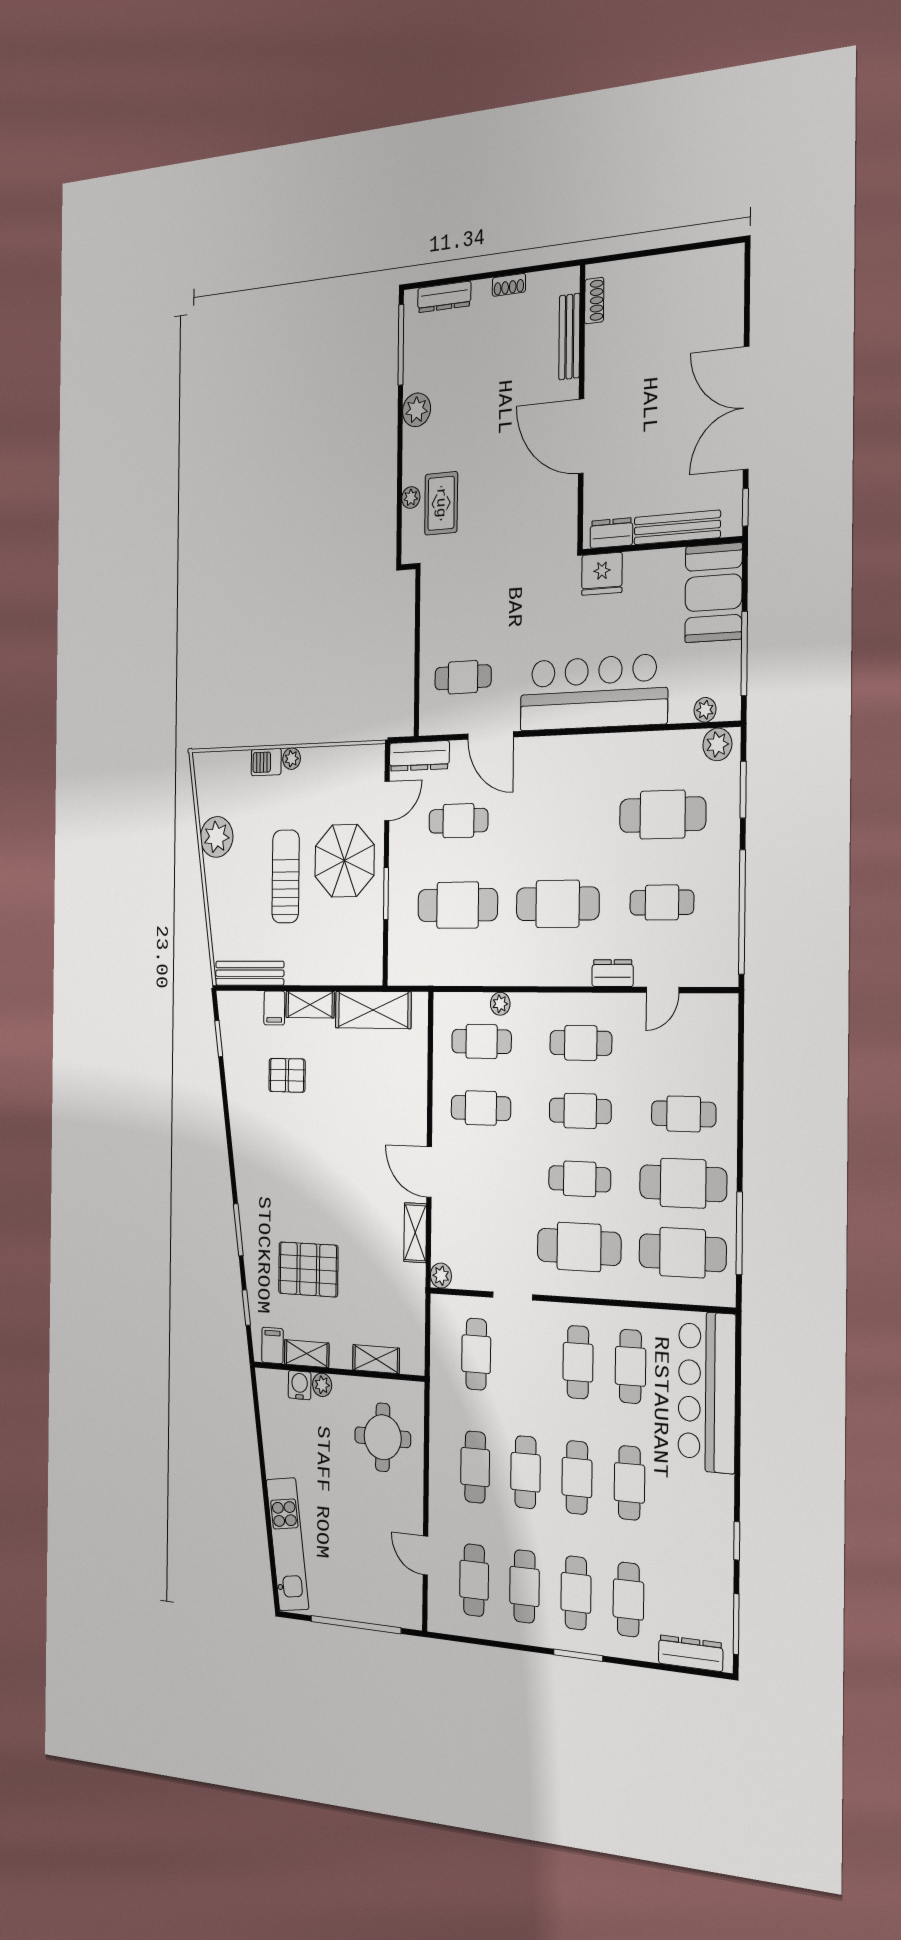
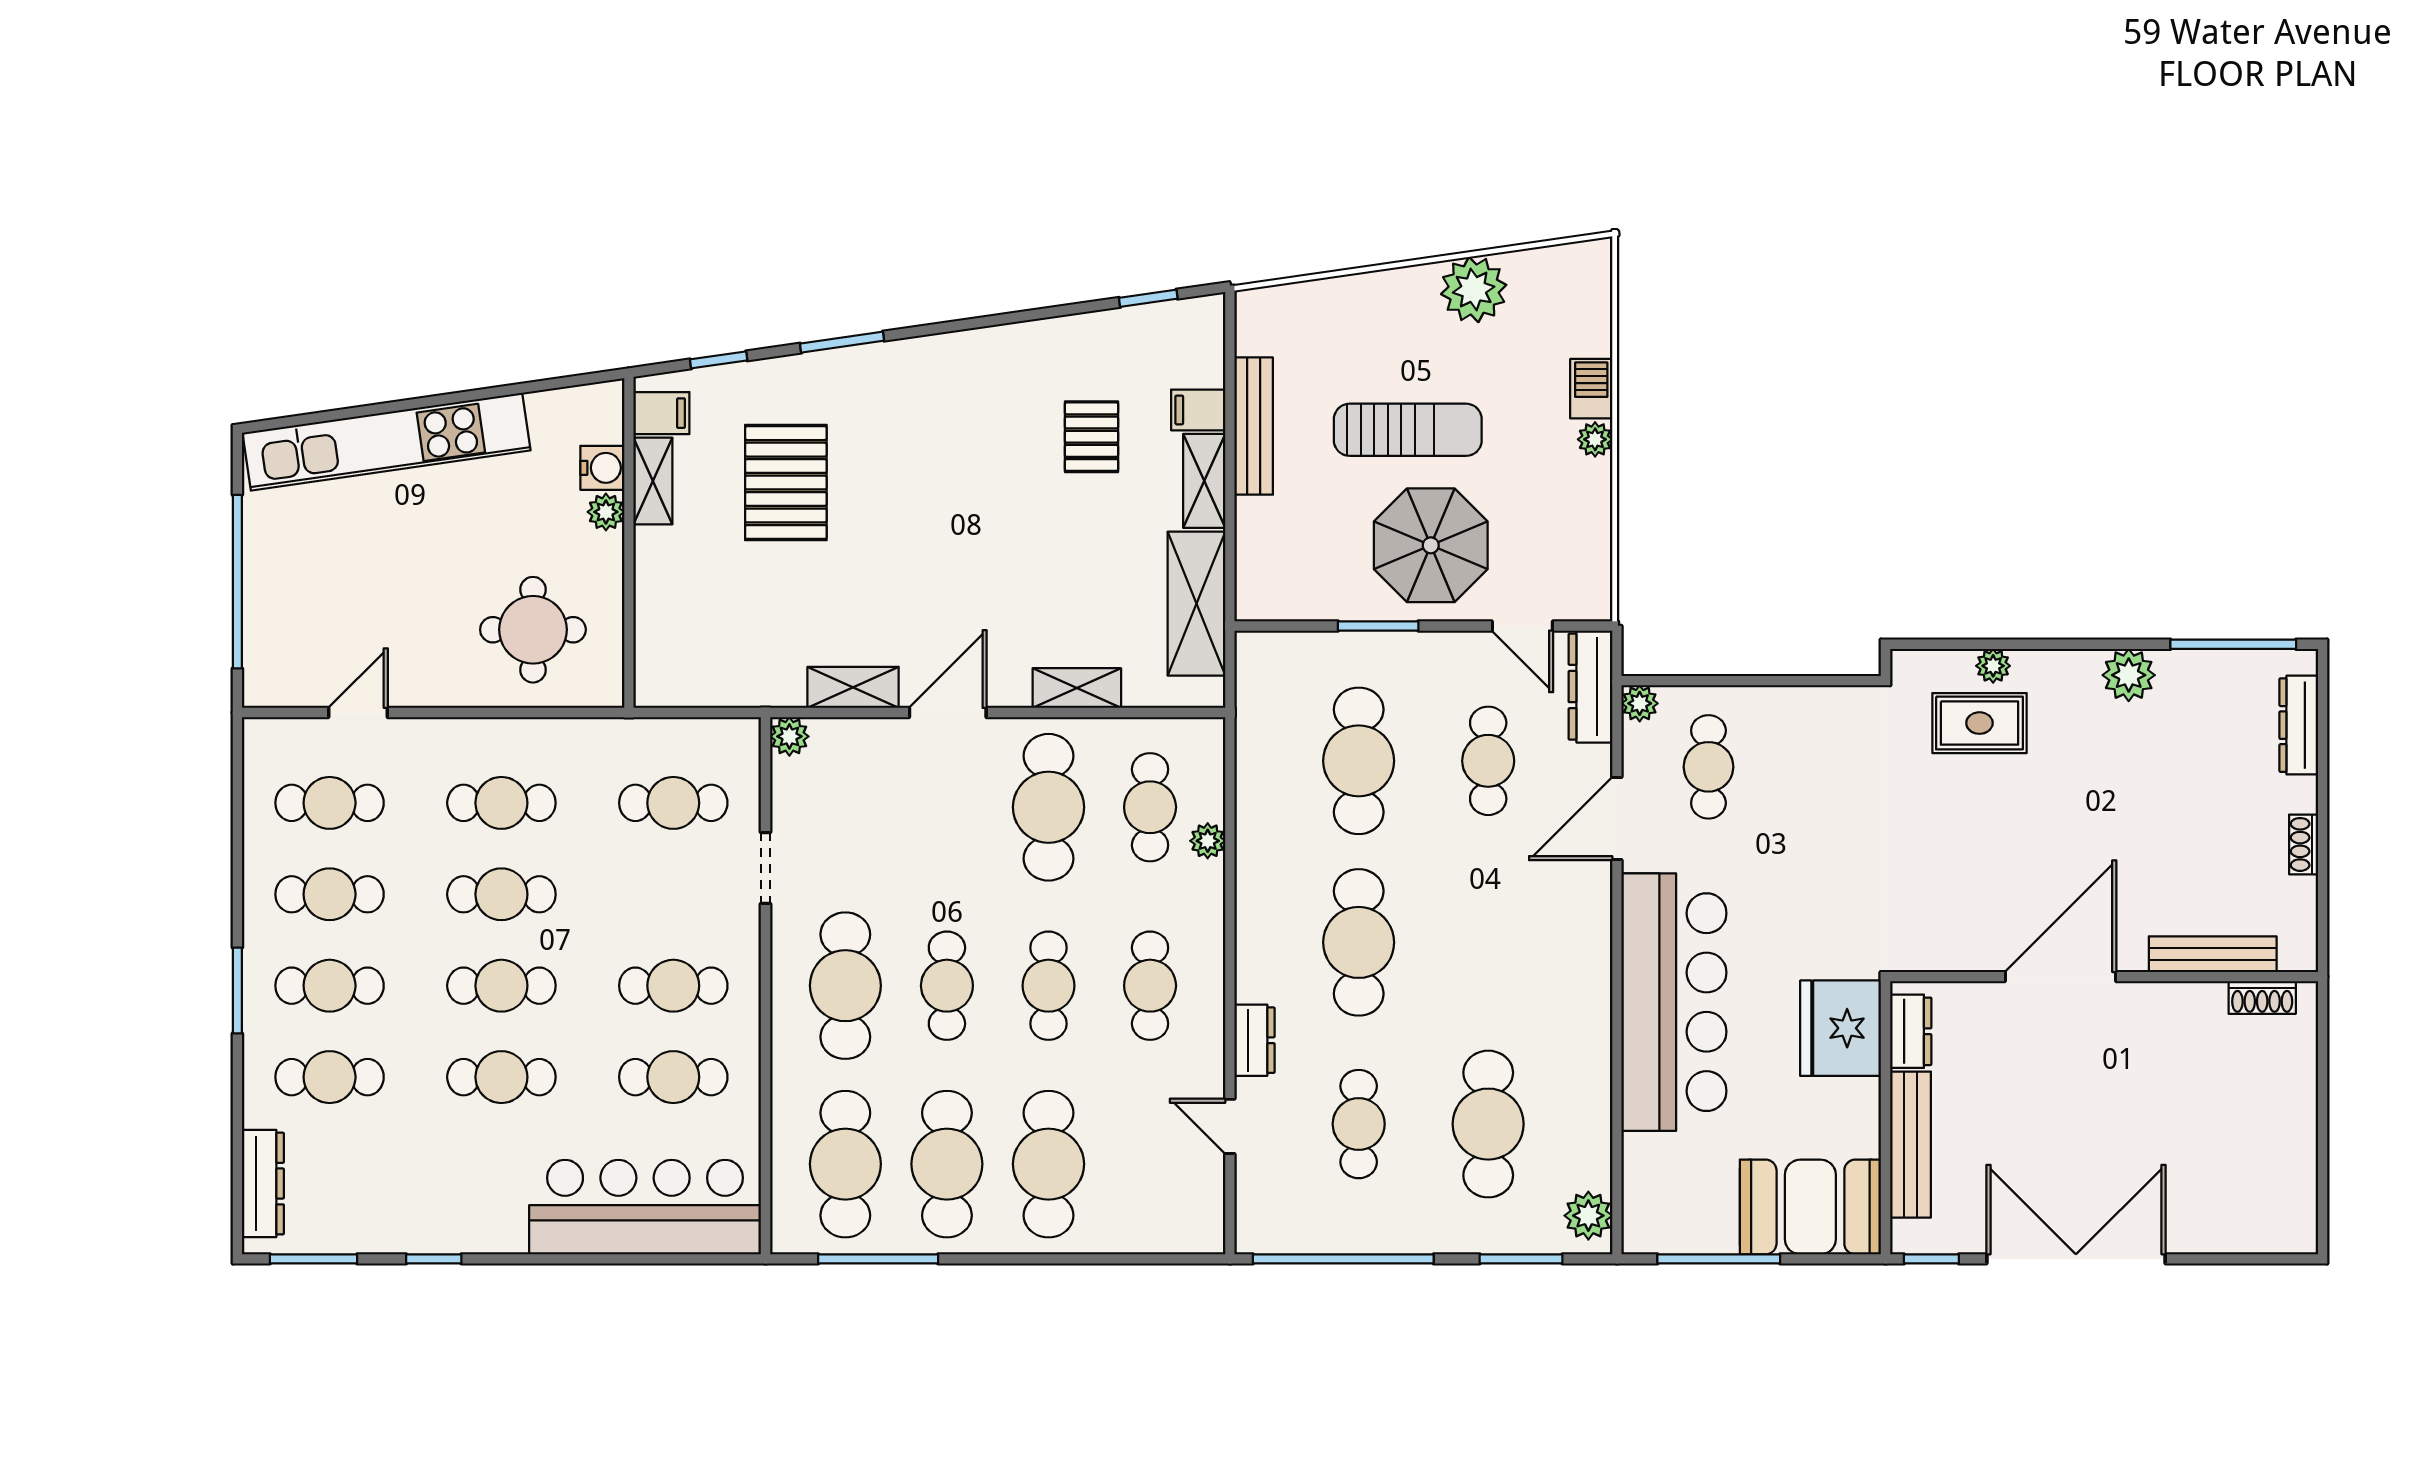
fridge: (602, 574) -> (1841, 1028), width x1.36, depth x1.34
plant: (705, 710) -> (1640, 703), moved
bench: (250, 973) -> (1254, 426), moved
cafe table: (481, 1108) -> (1048, 807), width x1.37, depth x1.35
cafe table: (684, 1114) -> (1048, 1164), width x1.37, depth x1.35
shelving: (376, 1359) -> (1077, 688), moved, turned 90
kitchen unit: (287, 1544) -> (387, 442), width x1.36

